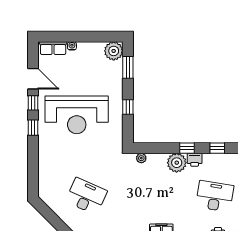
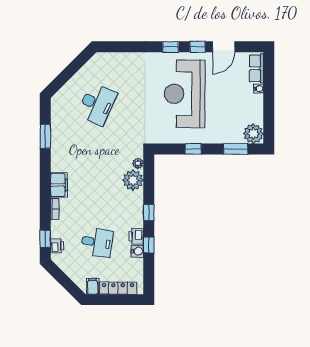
water cooler: (223, 159) -> (137, 251), added
printer: (195, 160) -> (136, 236), moved
plant: (177, 163) -> (133, 180), moved
desk: (215, 196) -> (97, 242), width x0.73

